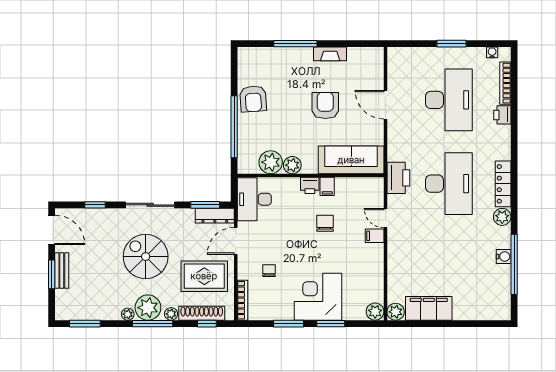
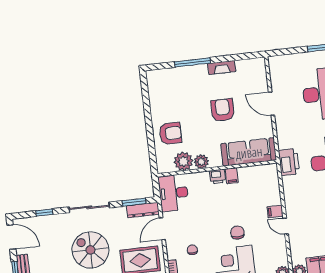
armchair: (253, 99) -> (170, 133), moved, turned -86
window: (234, 127) -> (150, 136), removed
door: (385, 218) -> (286, 226), moved
chair: (325, 223) -> (237, 233), moved

